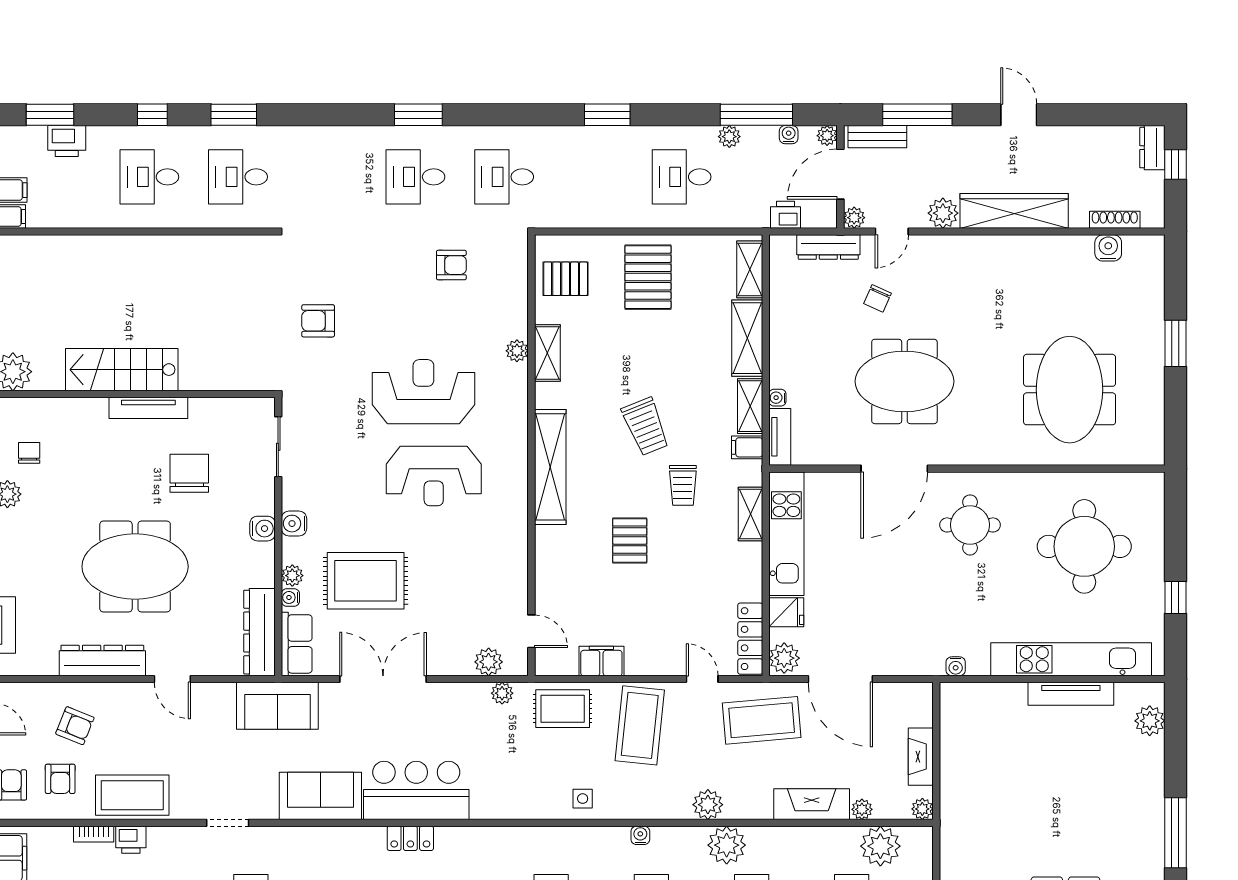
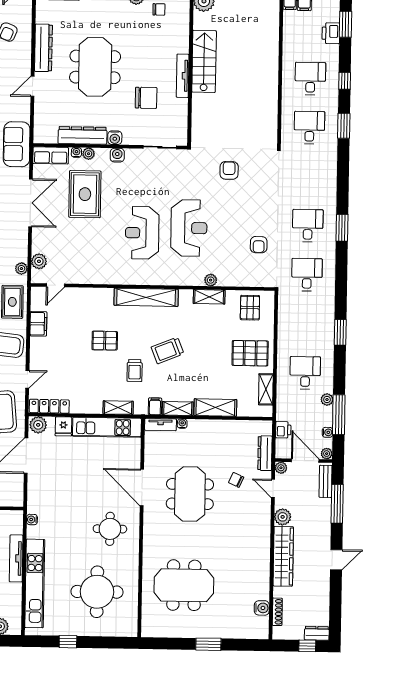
shelving: (750, 269) -> (266, 389), moved, turned 90
trolley: (683, 485) -> (135, 371), turned -90
dresser: (259, 632) -> (83, 135), moved
tv unit: (1071, 694) -> (16, 558), moved

